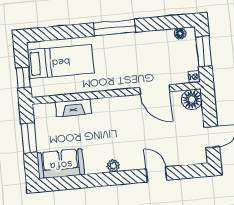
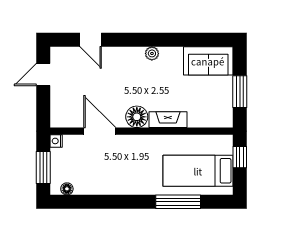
window: (115, 28) -> (178, 202), moved
floor lamp: (192, 100) -> (137, 117), moved
fireplace: (73, 108) -> (168, 120), moved
door: (156, 174) -> (91, 40), moved

